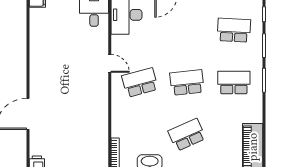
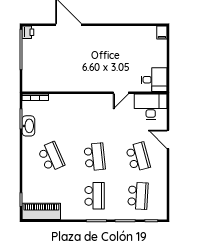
door: (110, 63) -> (121, 93), moved
school desk: (140, 82) -> (138, 157), moved

